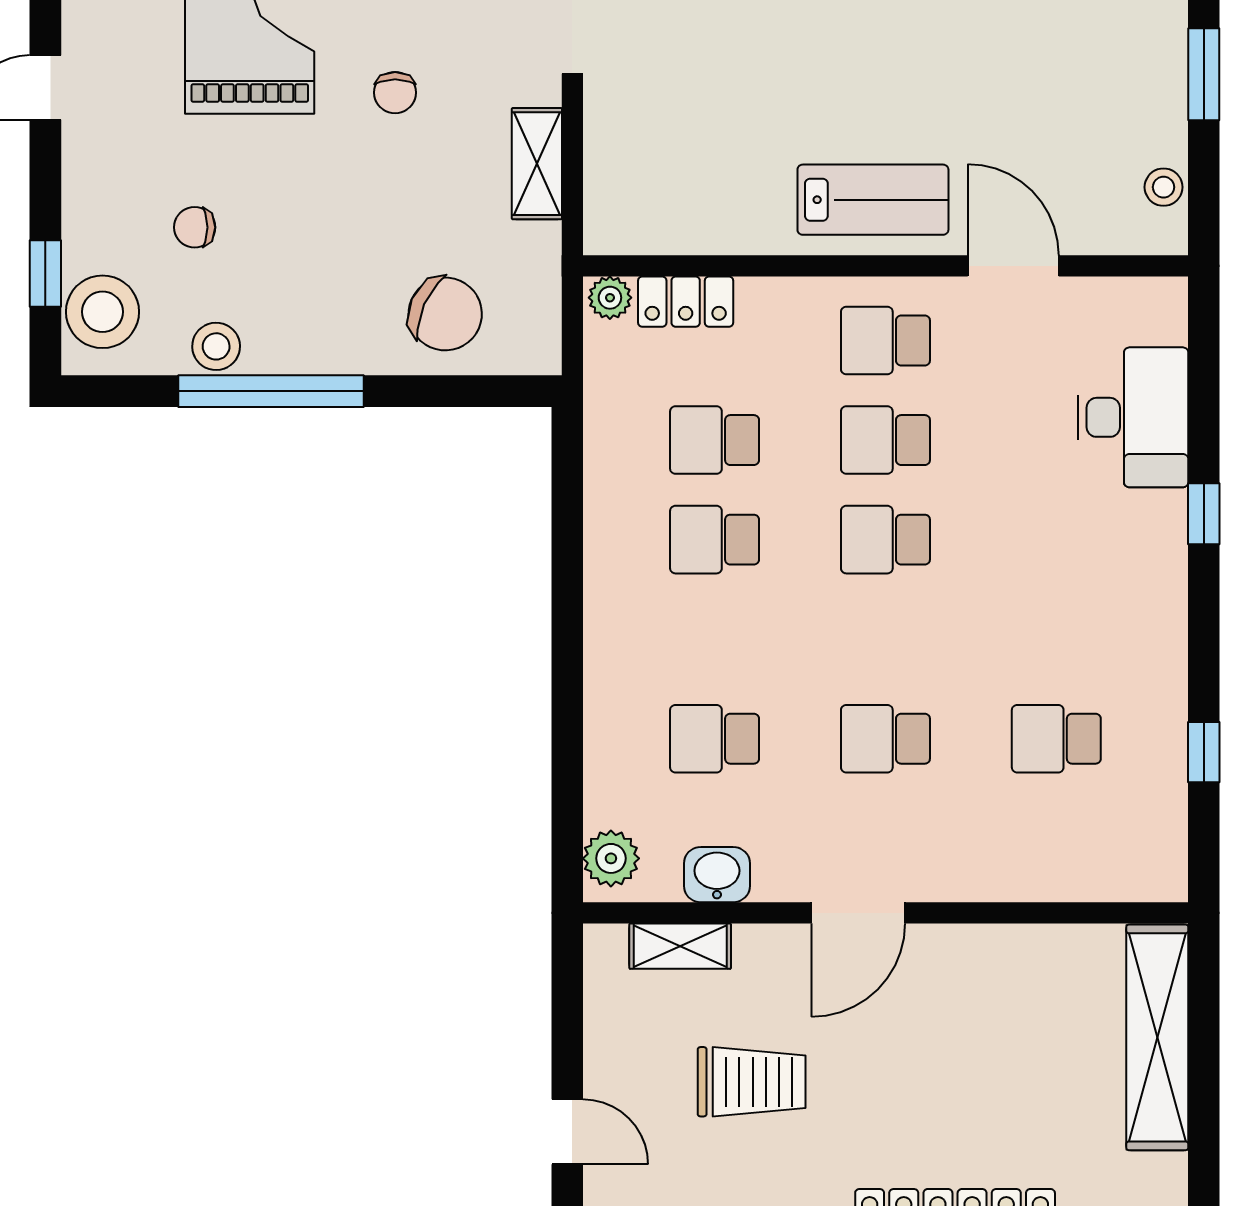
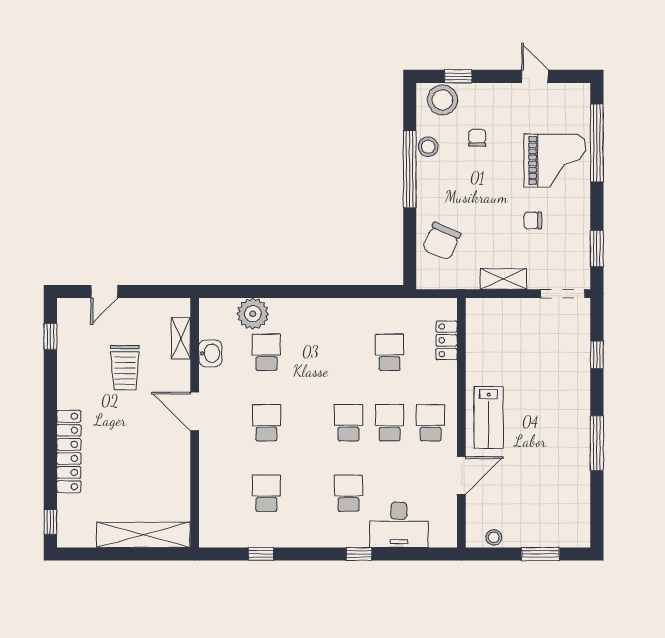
plant: (610, 298) -> (448, 309), removed
school desk: (715, 540) -> (348, 493), moved
plant: (611, 858) -> (253, 314), moved, width x1.36, depth x1.36

